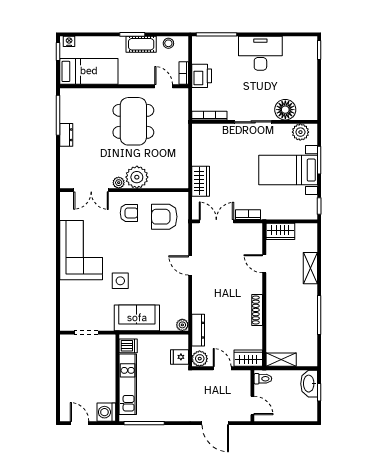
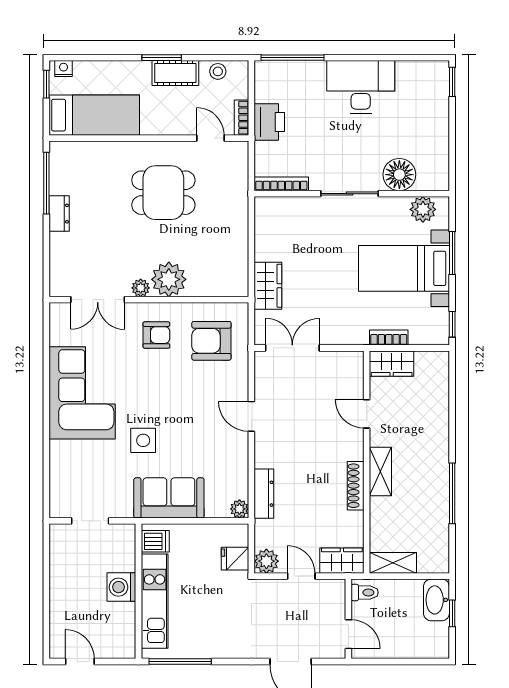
dining table: (133, 121) -> (163, 193), width x0.73
bookcase: (248, 215) -> (389, 338), moved
shelving: (310, 268) -> (380, 472), moved
dresser: (198, 330) -> (264, 494), moved
washing machine: (106, 412) -> (121, 587), moved

